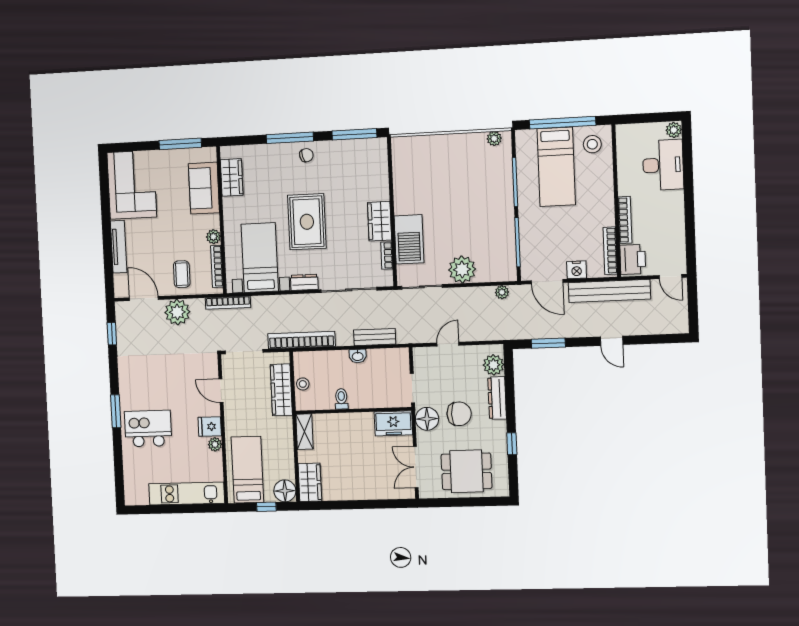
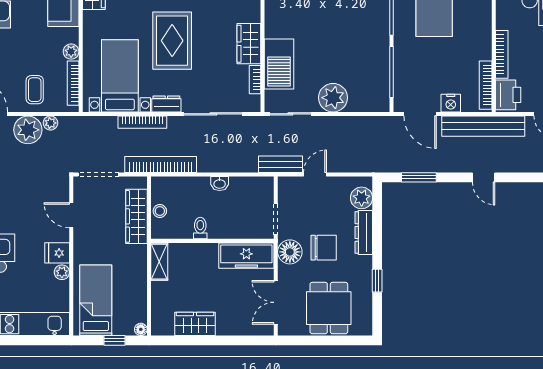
plant: (502, 292) -> (50, 123), moved
bookcase: (228, 303) -> (142, 122), moved
bench: (375, 337) -> (281, 164), moved
freezer: (393, 423) -> (246, 256), width x1.40
dining table: (467, 471) -> (329, 308), turned 90
wardrobe: (310, 482) -> (195, 324), moved, turned -90
floor lamp: (285, 491) -> (141, 329), width x0.53, depth x0.53

